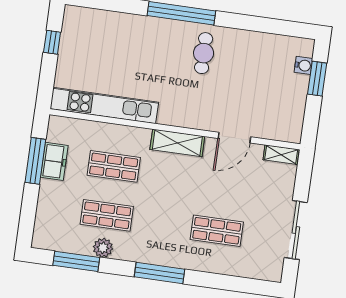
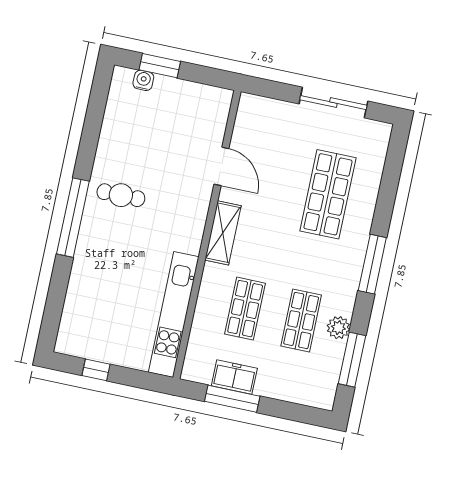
shelving: (281, 155) -> (245, 113), removed
shop shelf: (217, 231) -> (328, 194), width x1.43, depth x1.36

